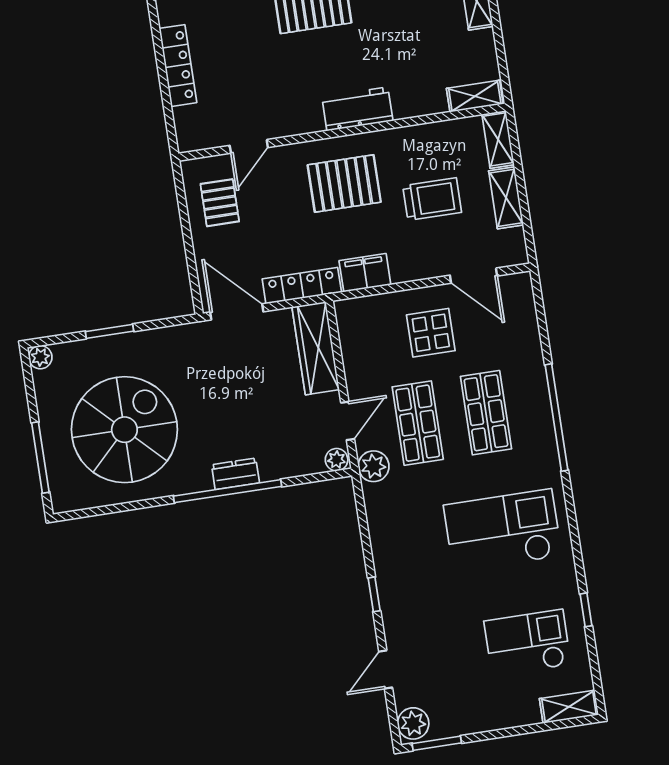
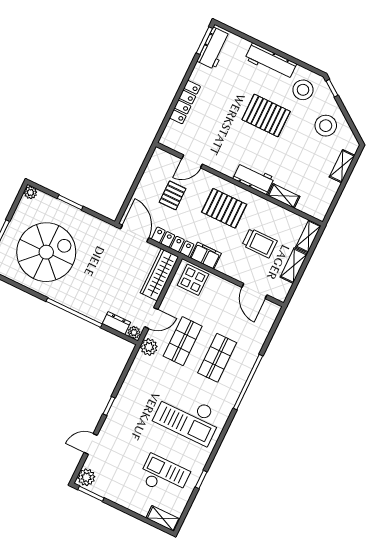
shelving: (475, 96) -> (284, 196), moved
pallet: (220, 203) -> (173, 195), moved
display table: (431, 333) -> (193, 280), moved
dresser: (235, 474) -> (116, 323), moved
checkout: (503, 531) -> (188, 417), turned 180

